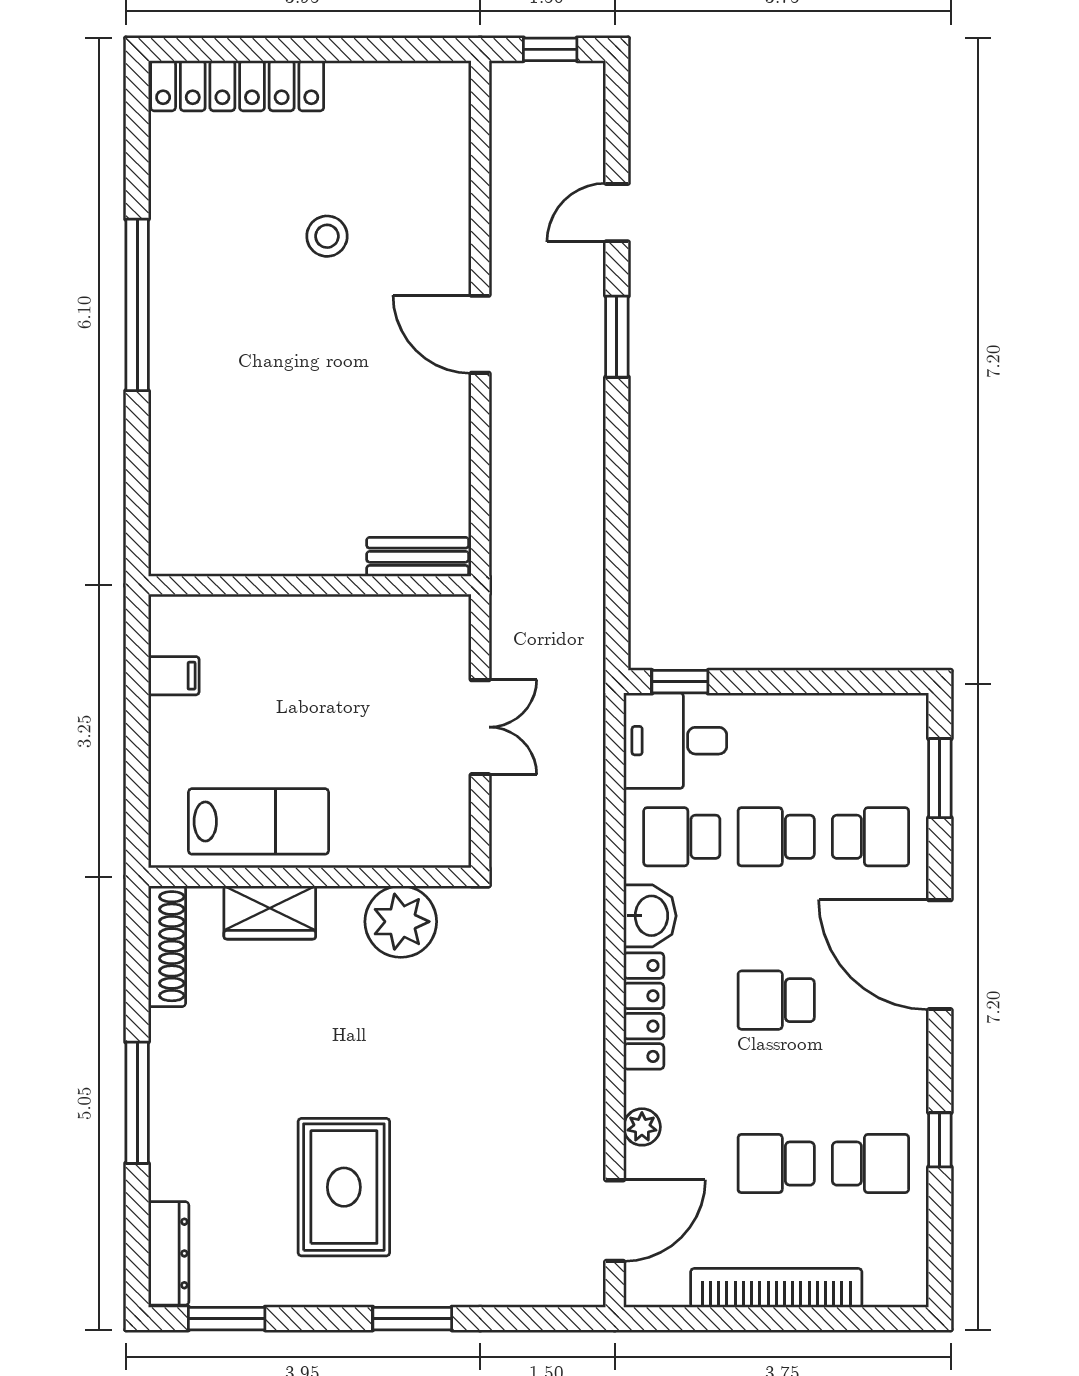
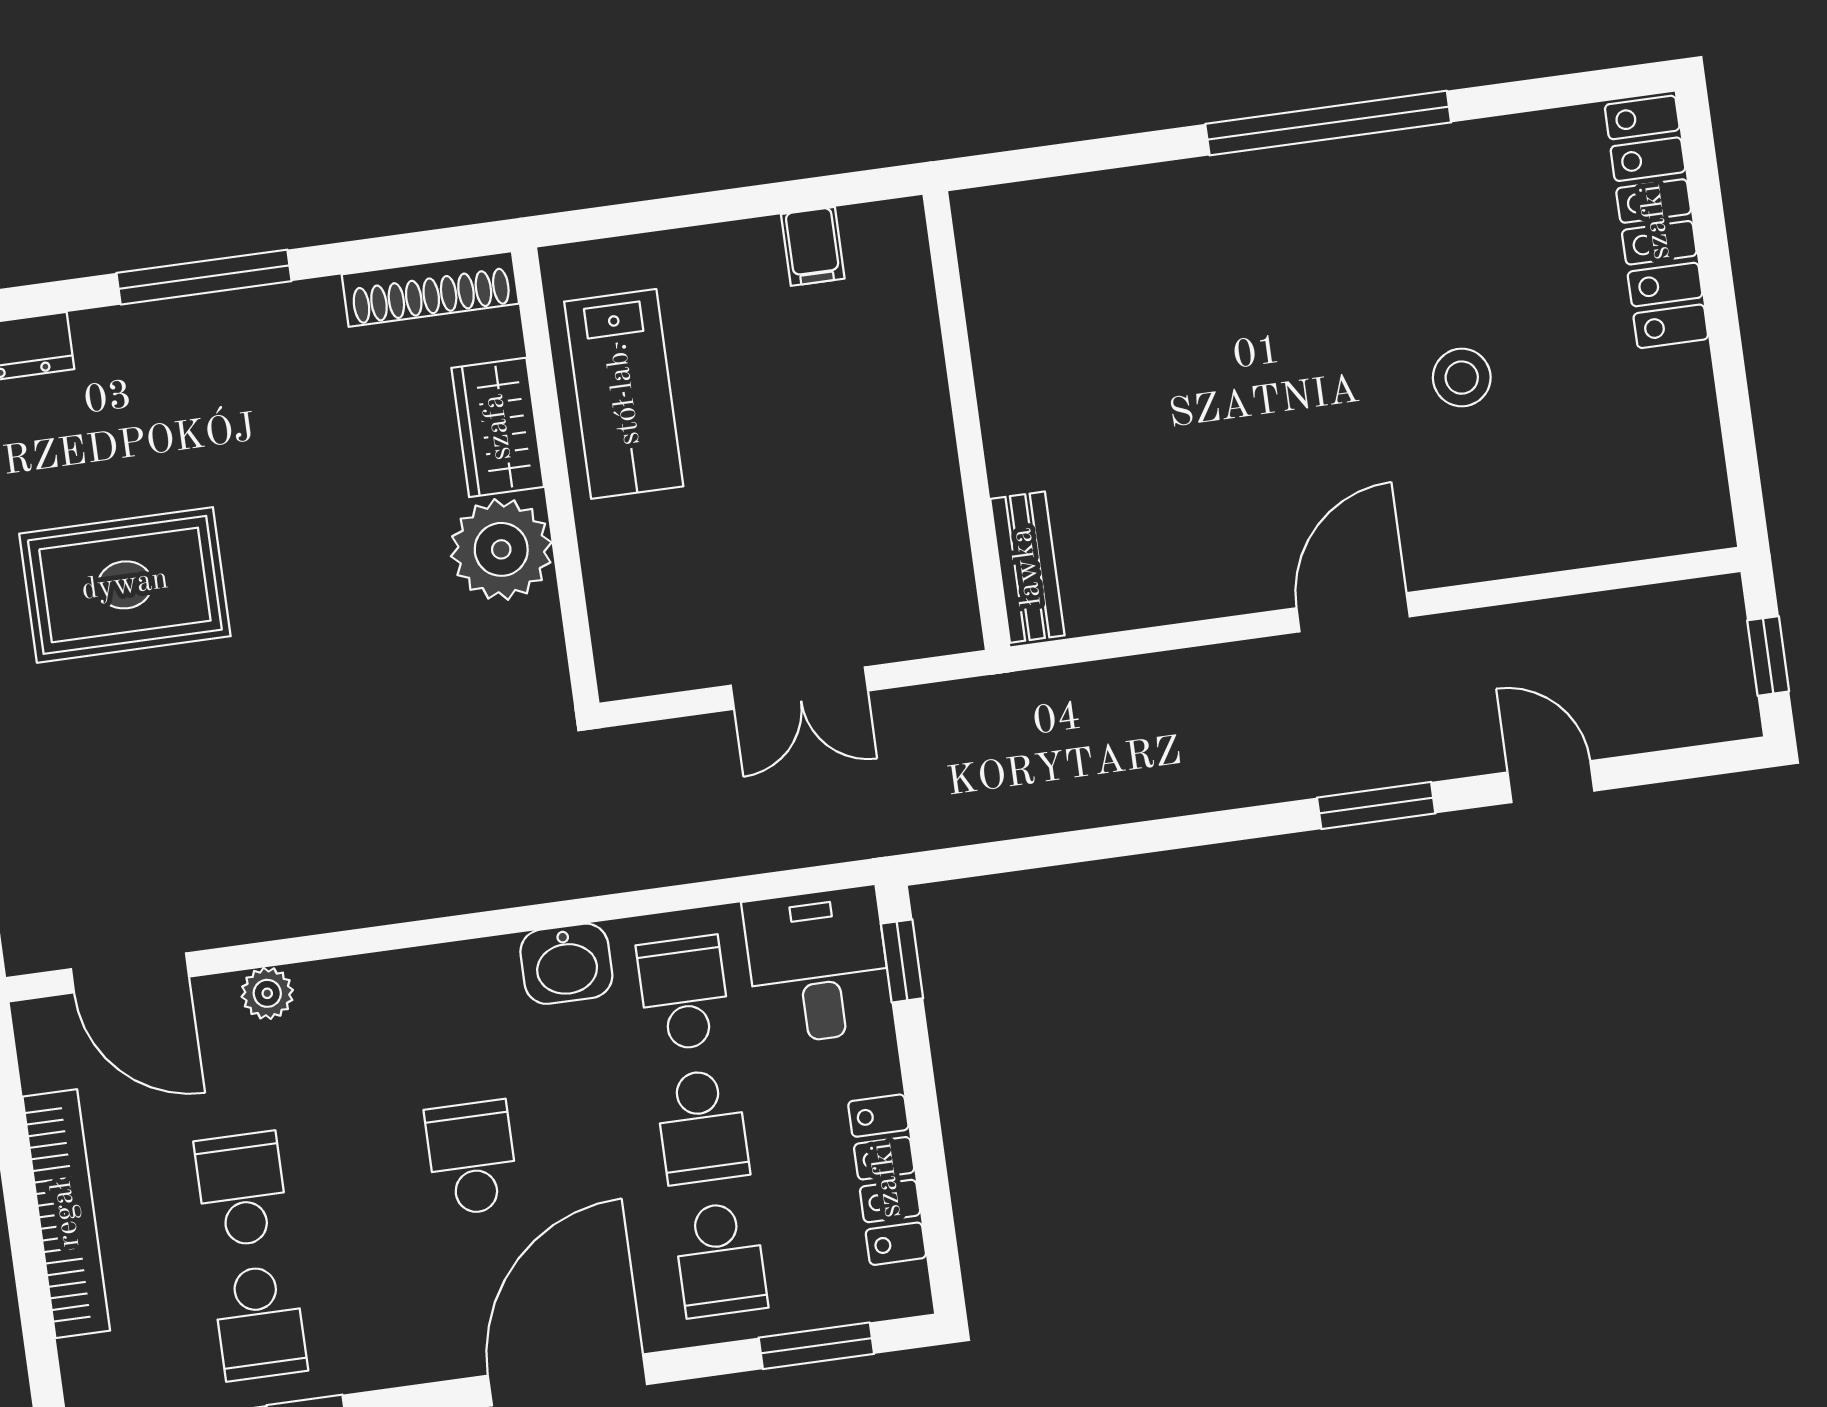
school desk: (776, 837) -> (702, 1126), turned 180
plant: (401, 922) -> (501, 549), moved
locker: (644, 1011) -> (887, 1180), moved, turned 90

